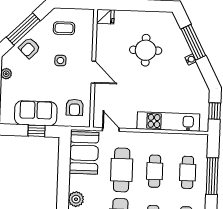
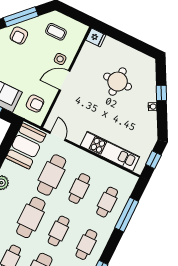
window: (193, 42) -> (161, 93), width x0.46
armchair: (29, 48) -> (19, 35), turned -44
side table: (60, 61) -> (60, 59), moved
door: (93, 72) -> (64, 80), swing flipped
armchair: (75, 107) -> (35, 104), turned -90

